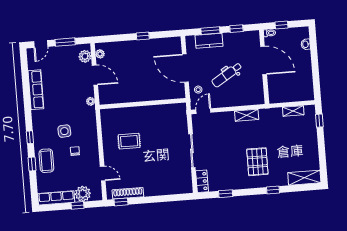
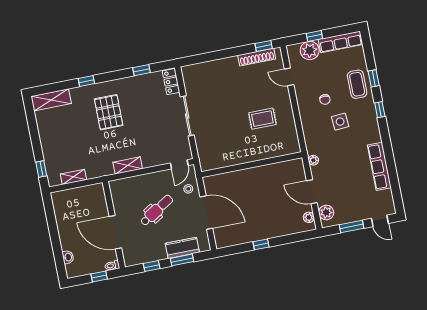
door: (41, 44) -> (380, 221), swing flipped

